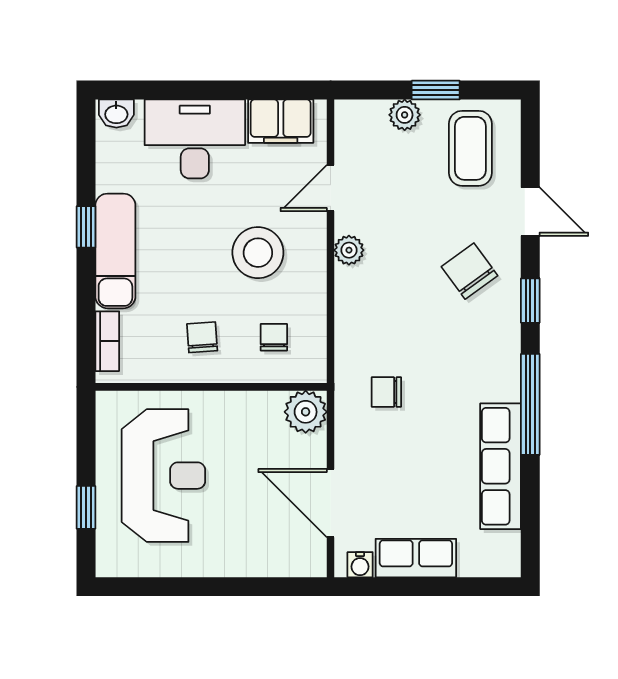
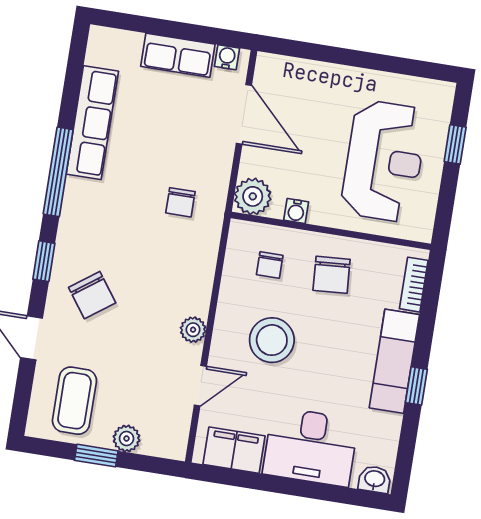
chair: (202, 337) -> (332, 275), width x1.37, depth x1.37
chair: (386, 392) -> (180, 202), turned 90
water cooler: (254, 403) -> (296, 211), added
reception desk: (163, 476) -> (384, 161), turned 180

